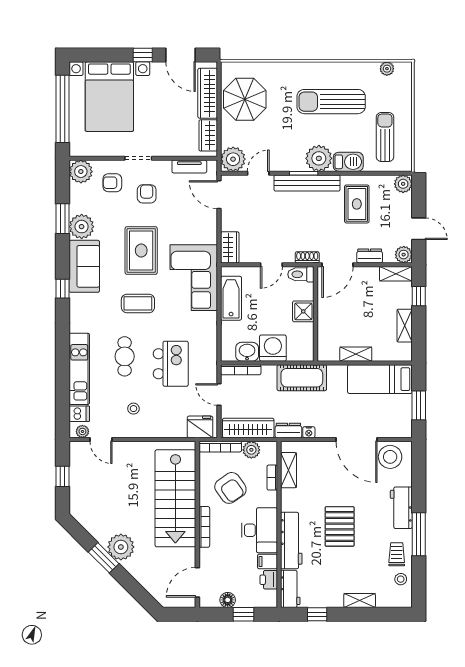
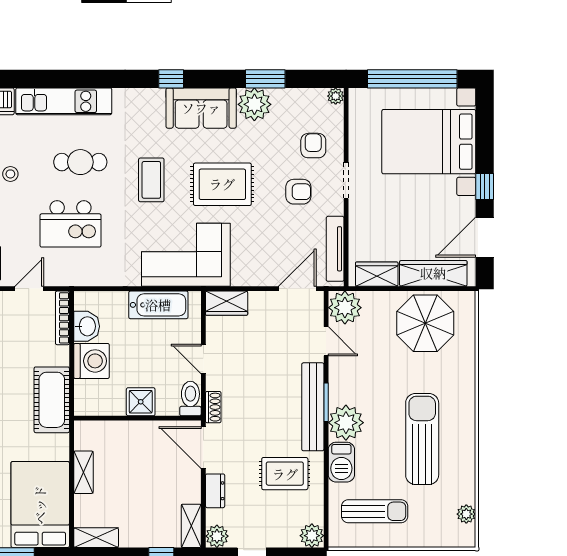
tv unit: (189, 166) -> (335, 249), width x1.41
plant: (81, 172) -> (336, 96), width x0.53, depth x0.53
shelving: (405, 326) -> (96, 538), moved
bed: (380, 379) -> (40, 505), width x1.50

